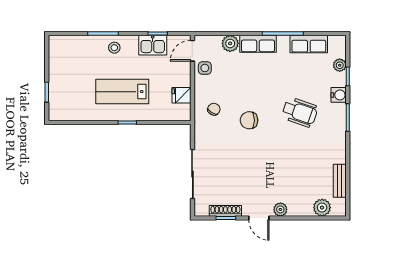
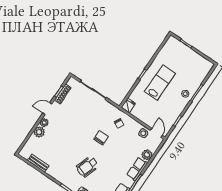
kitchen sink: (153, 45) -> (173, 114), removed
fridge: (181, 95) -> (128, 105), moved
plant: (322, 208) -> (39, 132), moved

